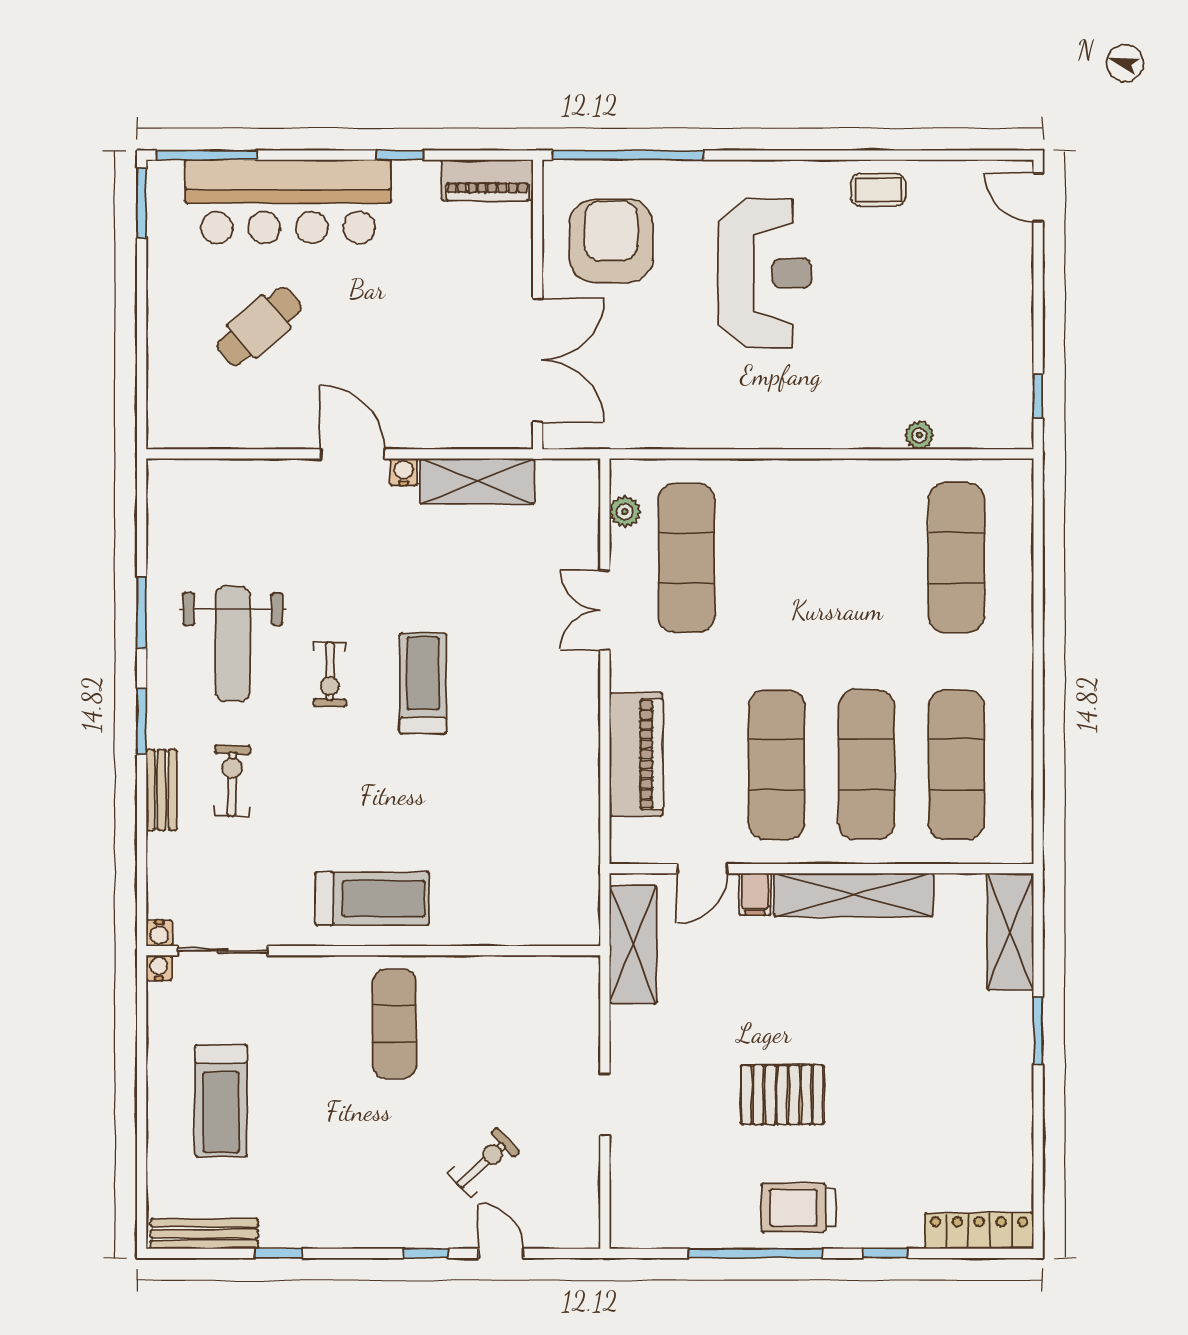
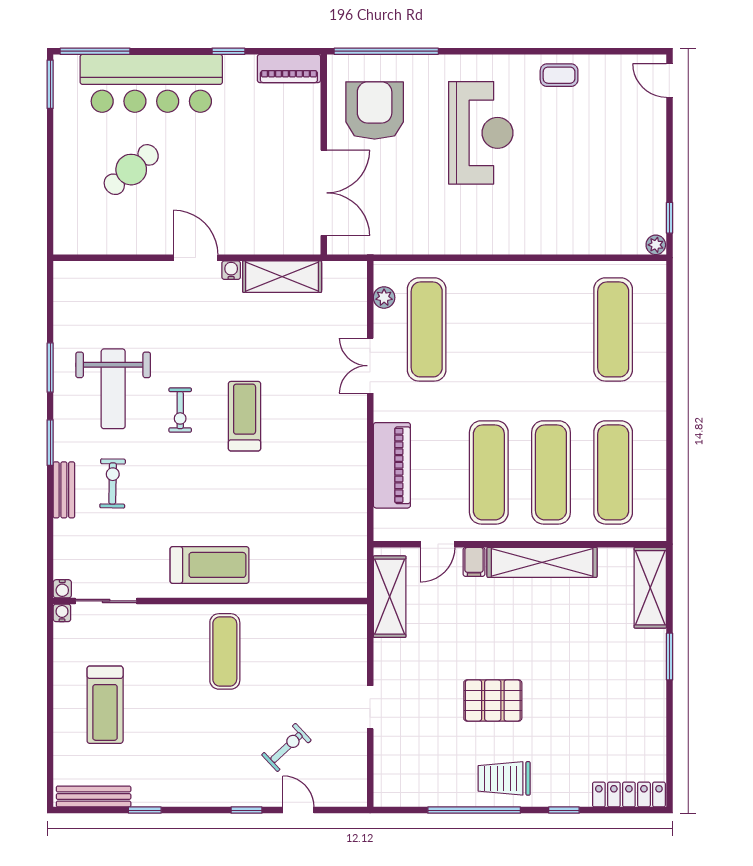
plant: (919, 435) -> (656, 245), moved

